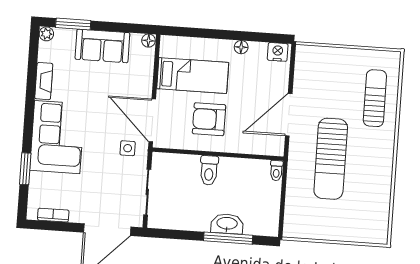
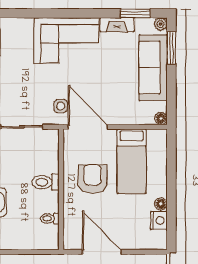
sofa: (102, 46) -> (153, 68), width x1.36
nightstand: (278, 52) -> (159, 220), moved
door: (152, 120) -> (88, 127), hinge flipped
window: (25, 169) -> (135, 13), moved
toilet: (276, 171) -> (50, 218), moved

